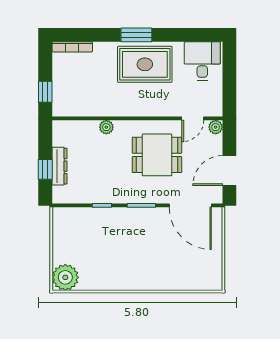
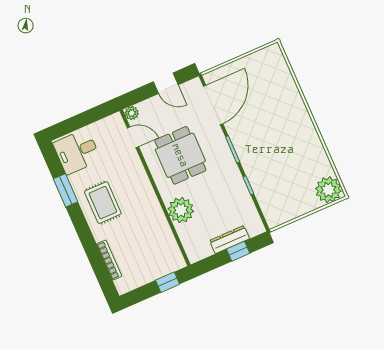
window: (136, 35) -> (66, 190), moved
bookcase: (72, 47) -> (109, 260), moved
rug: (145, 64) -> (103, 203), width x0.73, depth x0.70
plant: (106, 127) -> (181, 210), width x1.87, depth x1.87
door: (229, 171) -> (166, 83), width x0.73

